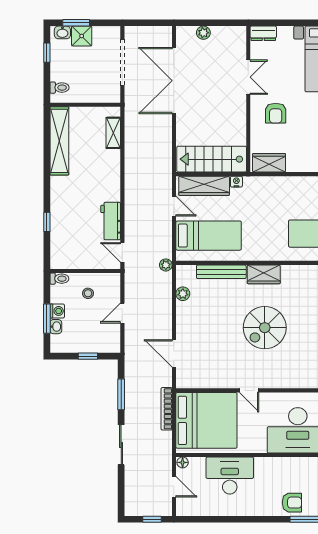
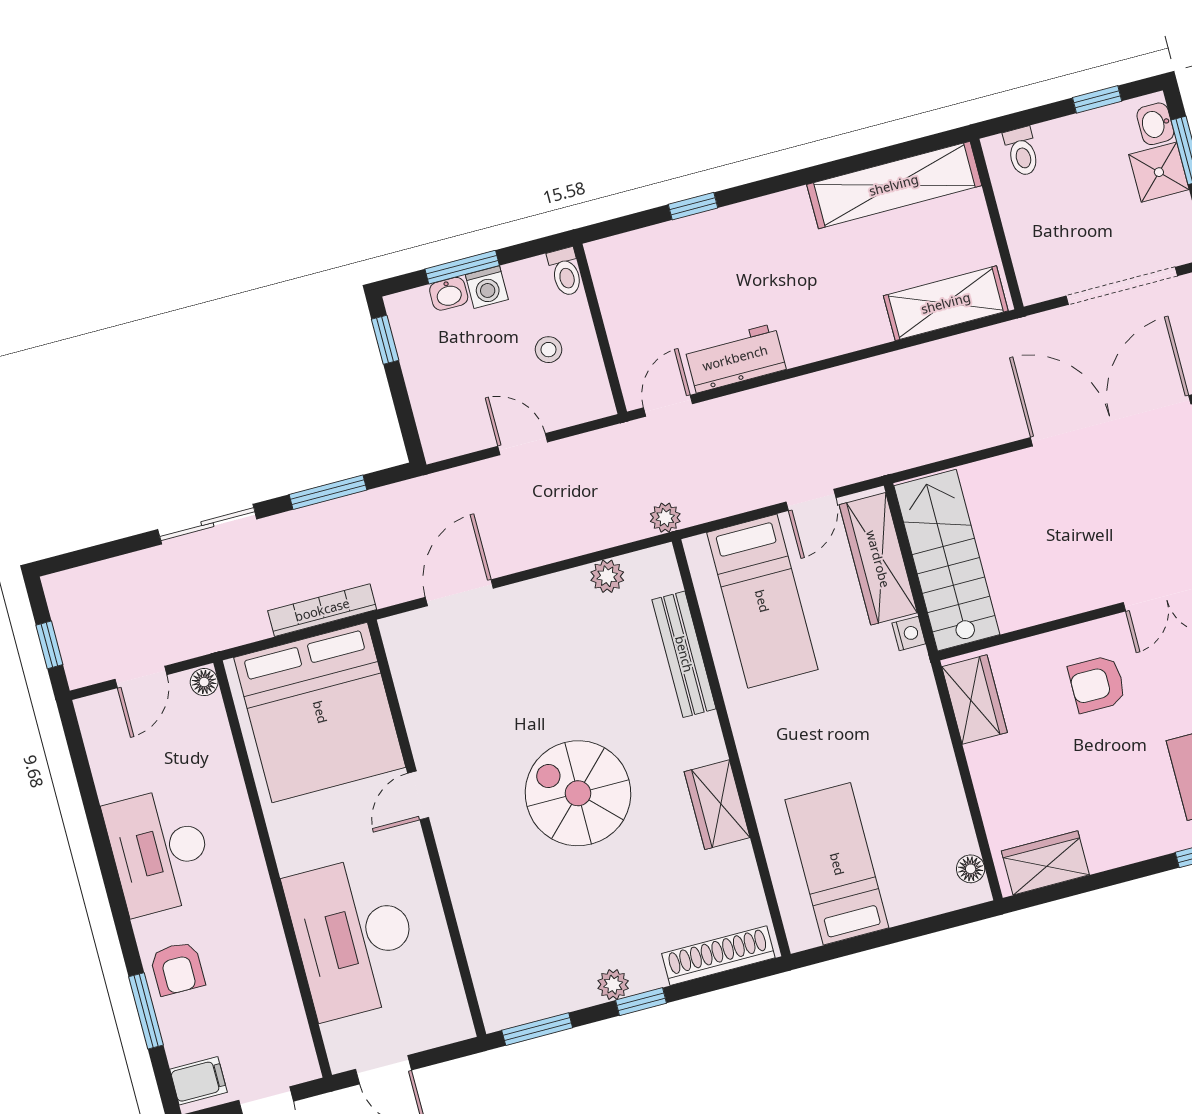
shelving: (113, 133) -> (946, 303), width x1.50, depth x1.33
wardrobe: (264, 274) -> (717, 805), moved
window: (88, 356) -> (385, 340), moved
desk: (230, 476) -> (160, 851), moved, turned 180

